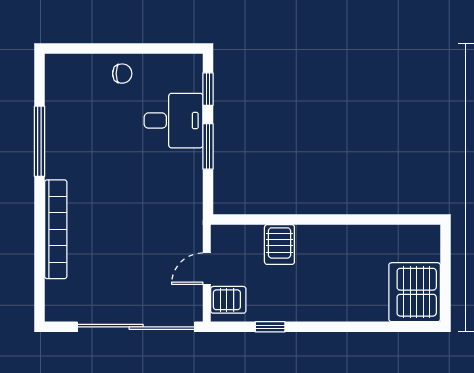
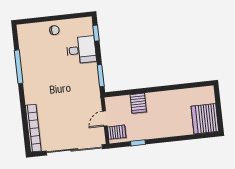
window: (208, 146) -> (101, 76), moved
bookcase: (56, 229) -> (33, 128), moved

